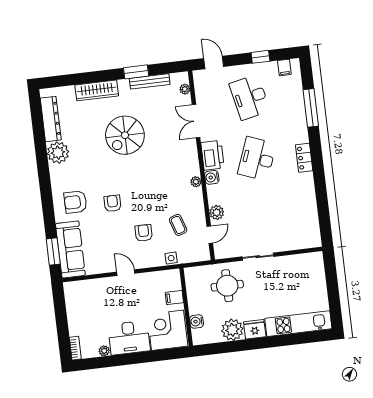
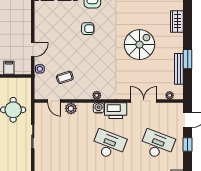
window: (260, 57) -> (188, 145), moved
wardrobe: (97, 90) -> (177, 21), width x0.67
desk: (250, 97) -> (157, 145), turned 33
spiral stairs: (125, 135) -> (139, 45), turned 90
armchair: (144, 233) -> (62, 50), removed
door: (126, 273) -> (33, 50), moved

